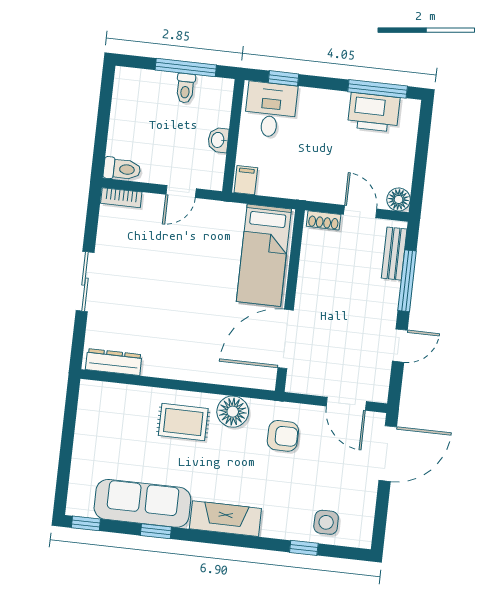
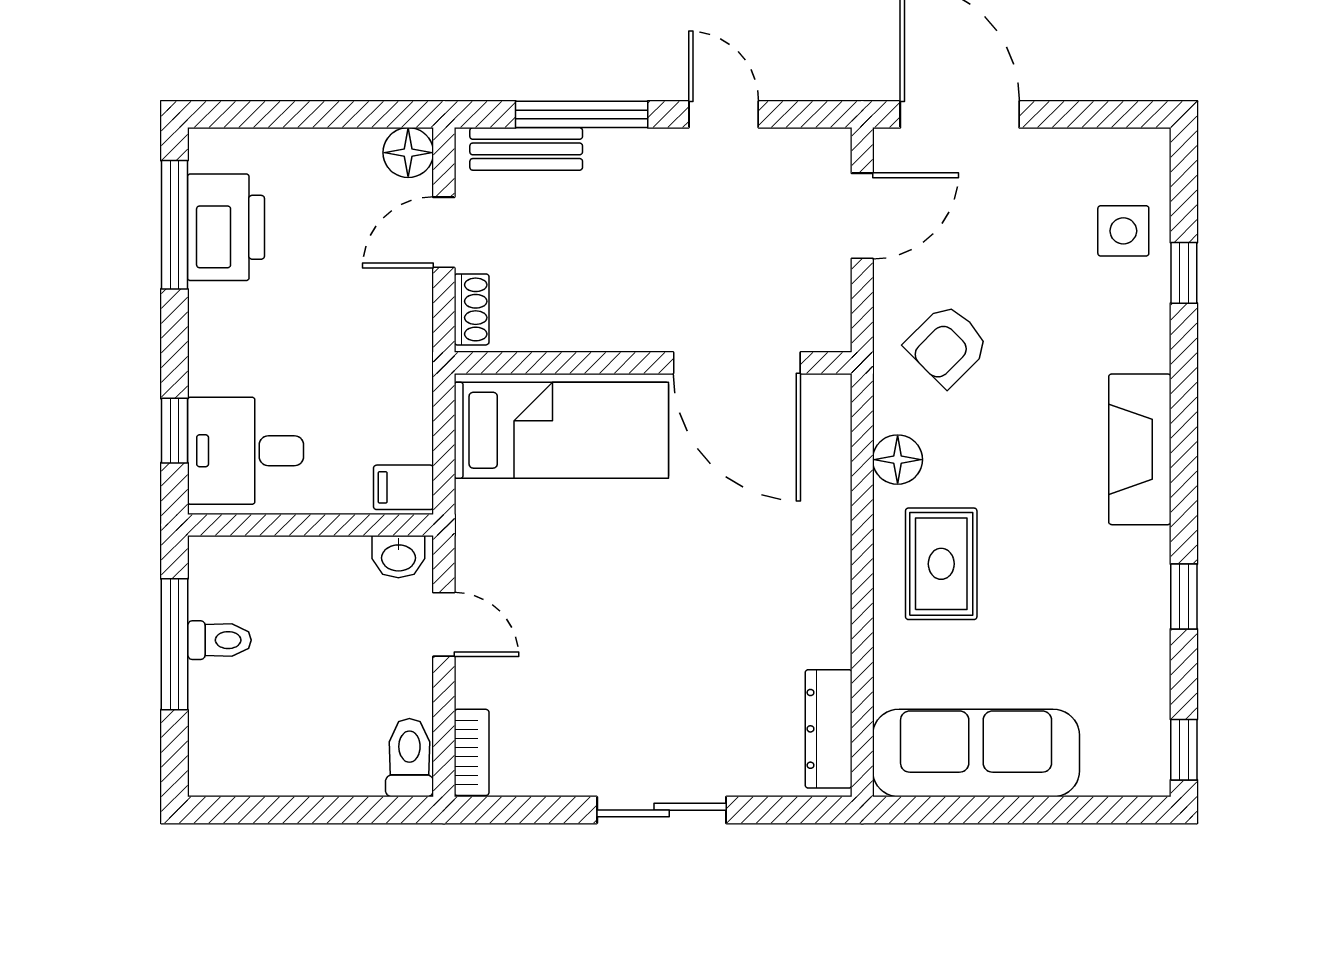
washbasin: (218, 140) -> (398, 557), moved
floor lamp: (233, 412) -> (898, 460), width x0.73, depth x0.73
armchair: (283, 436) -> (947, 345), turned -135
sofa: (142, 503) -> (976, 753), moved, turned 90

